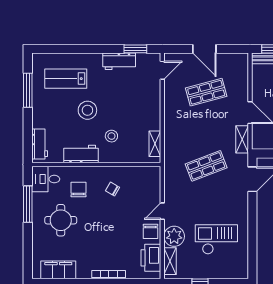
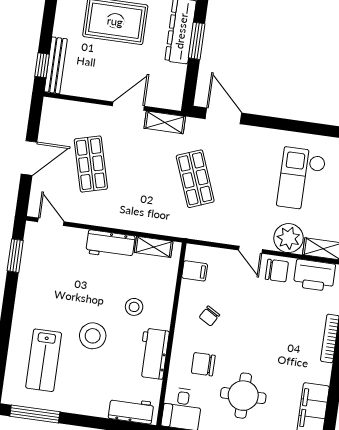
workbench: (119, 61) -> (110, 245), moved, turned 90
window: (28, 90) -> (35, 414), moved
filing cabinet: (142, 174) -> (195, 271), added

